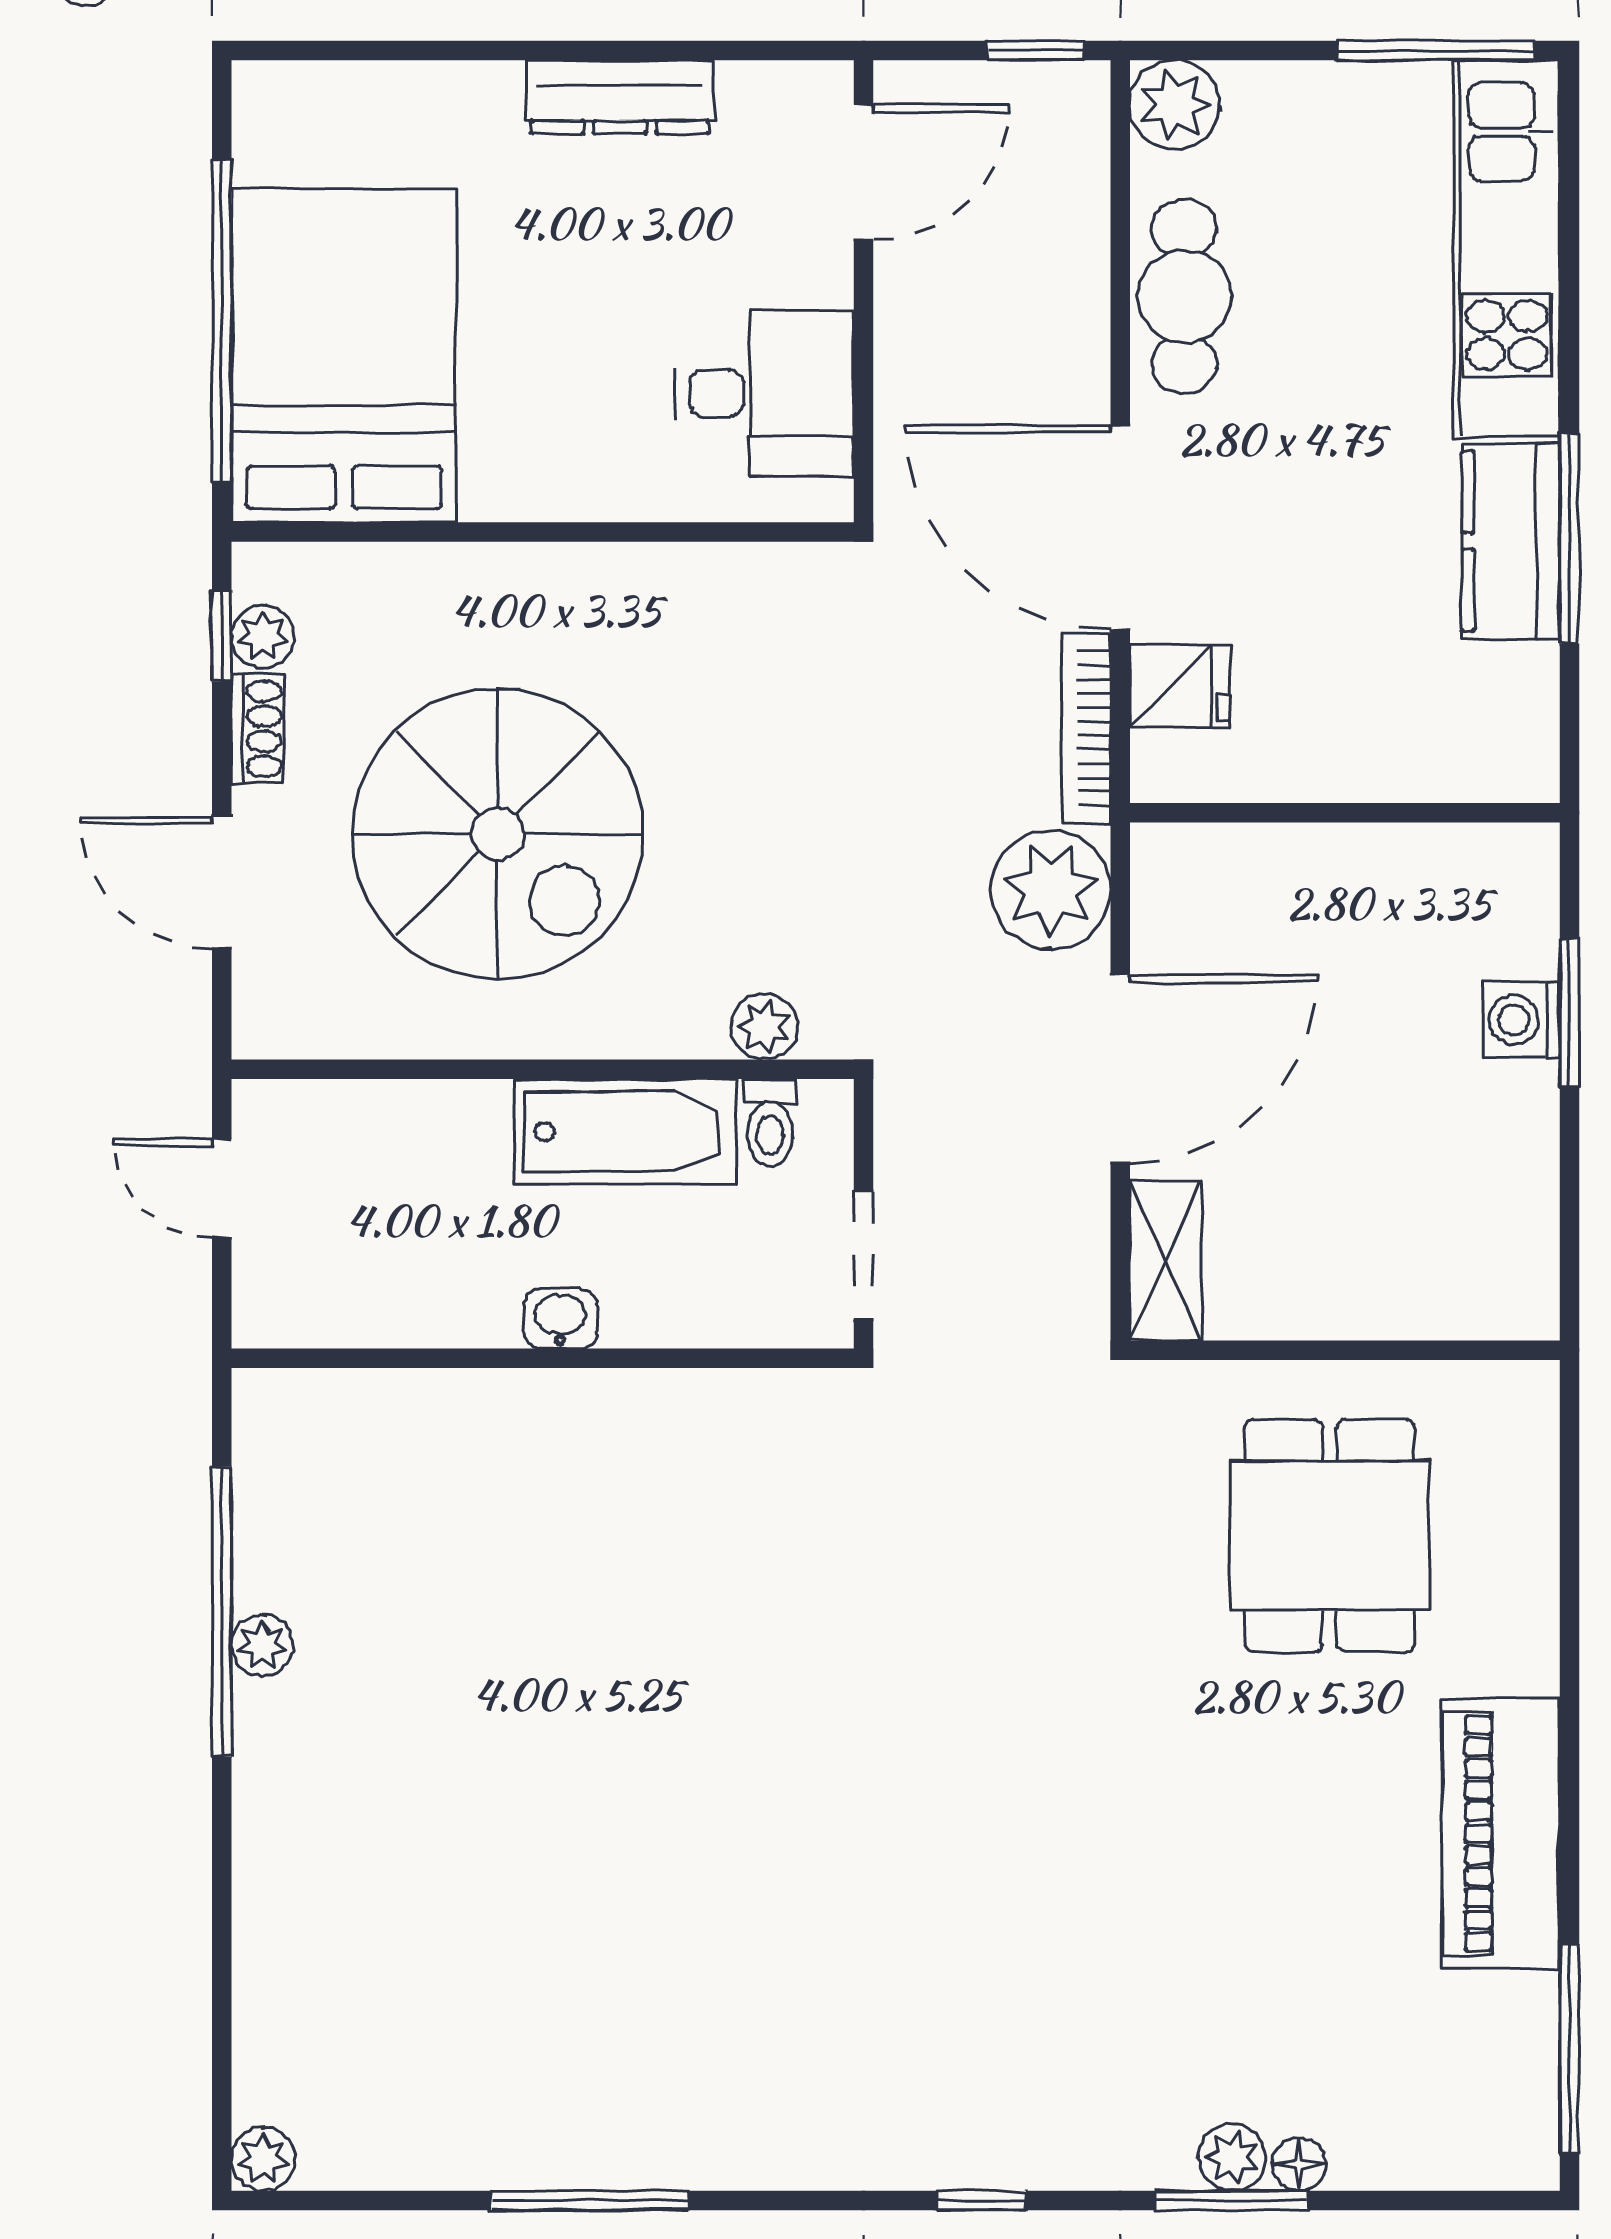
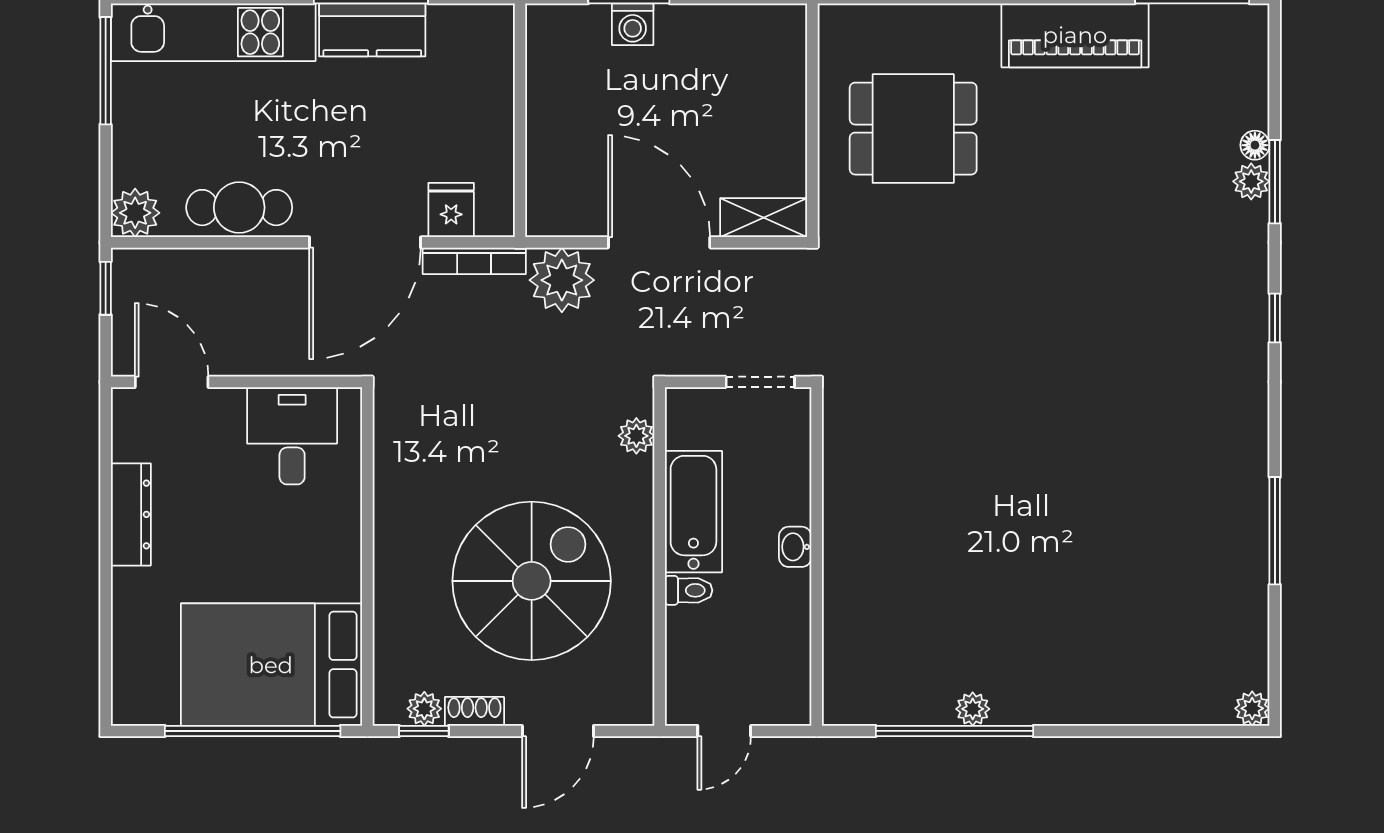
toilet: (770, 1123) -> (689, 590), moved

